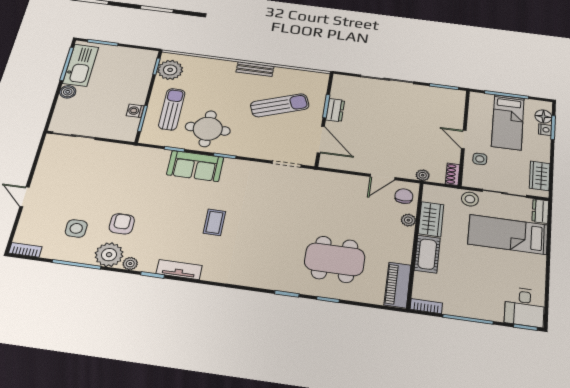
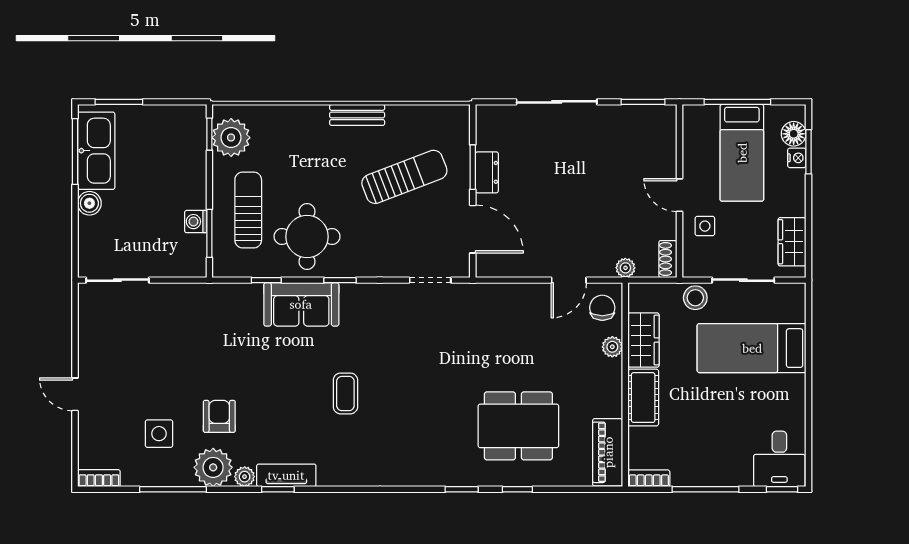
dresser: (540, 211) -> (795, 302), removed
tv unit: (179, 270) -> (286, 475), moved

